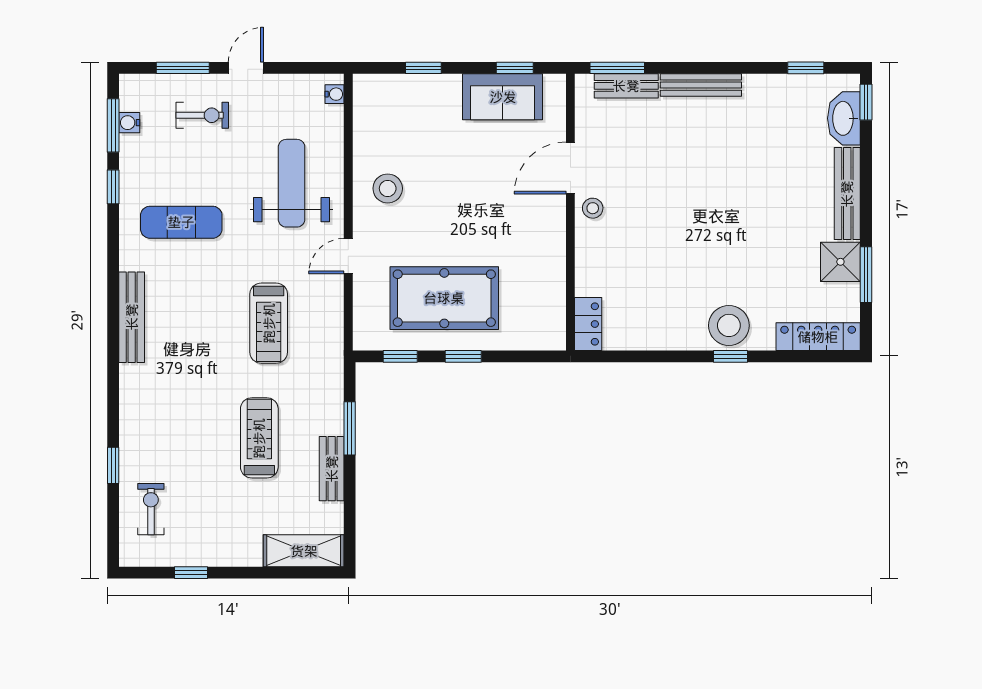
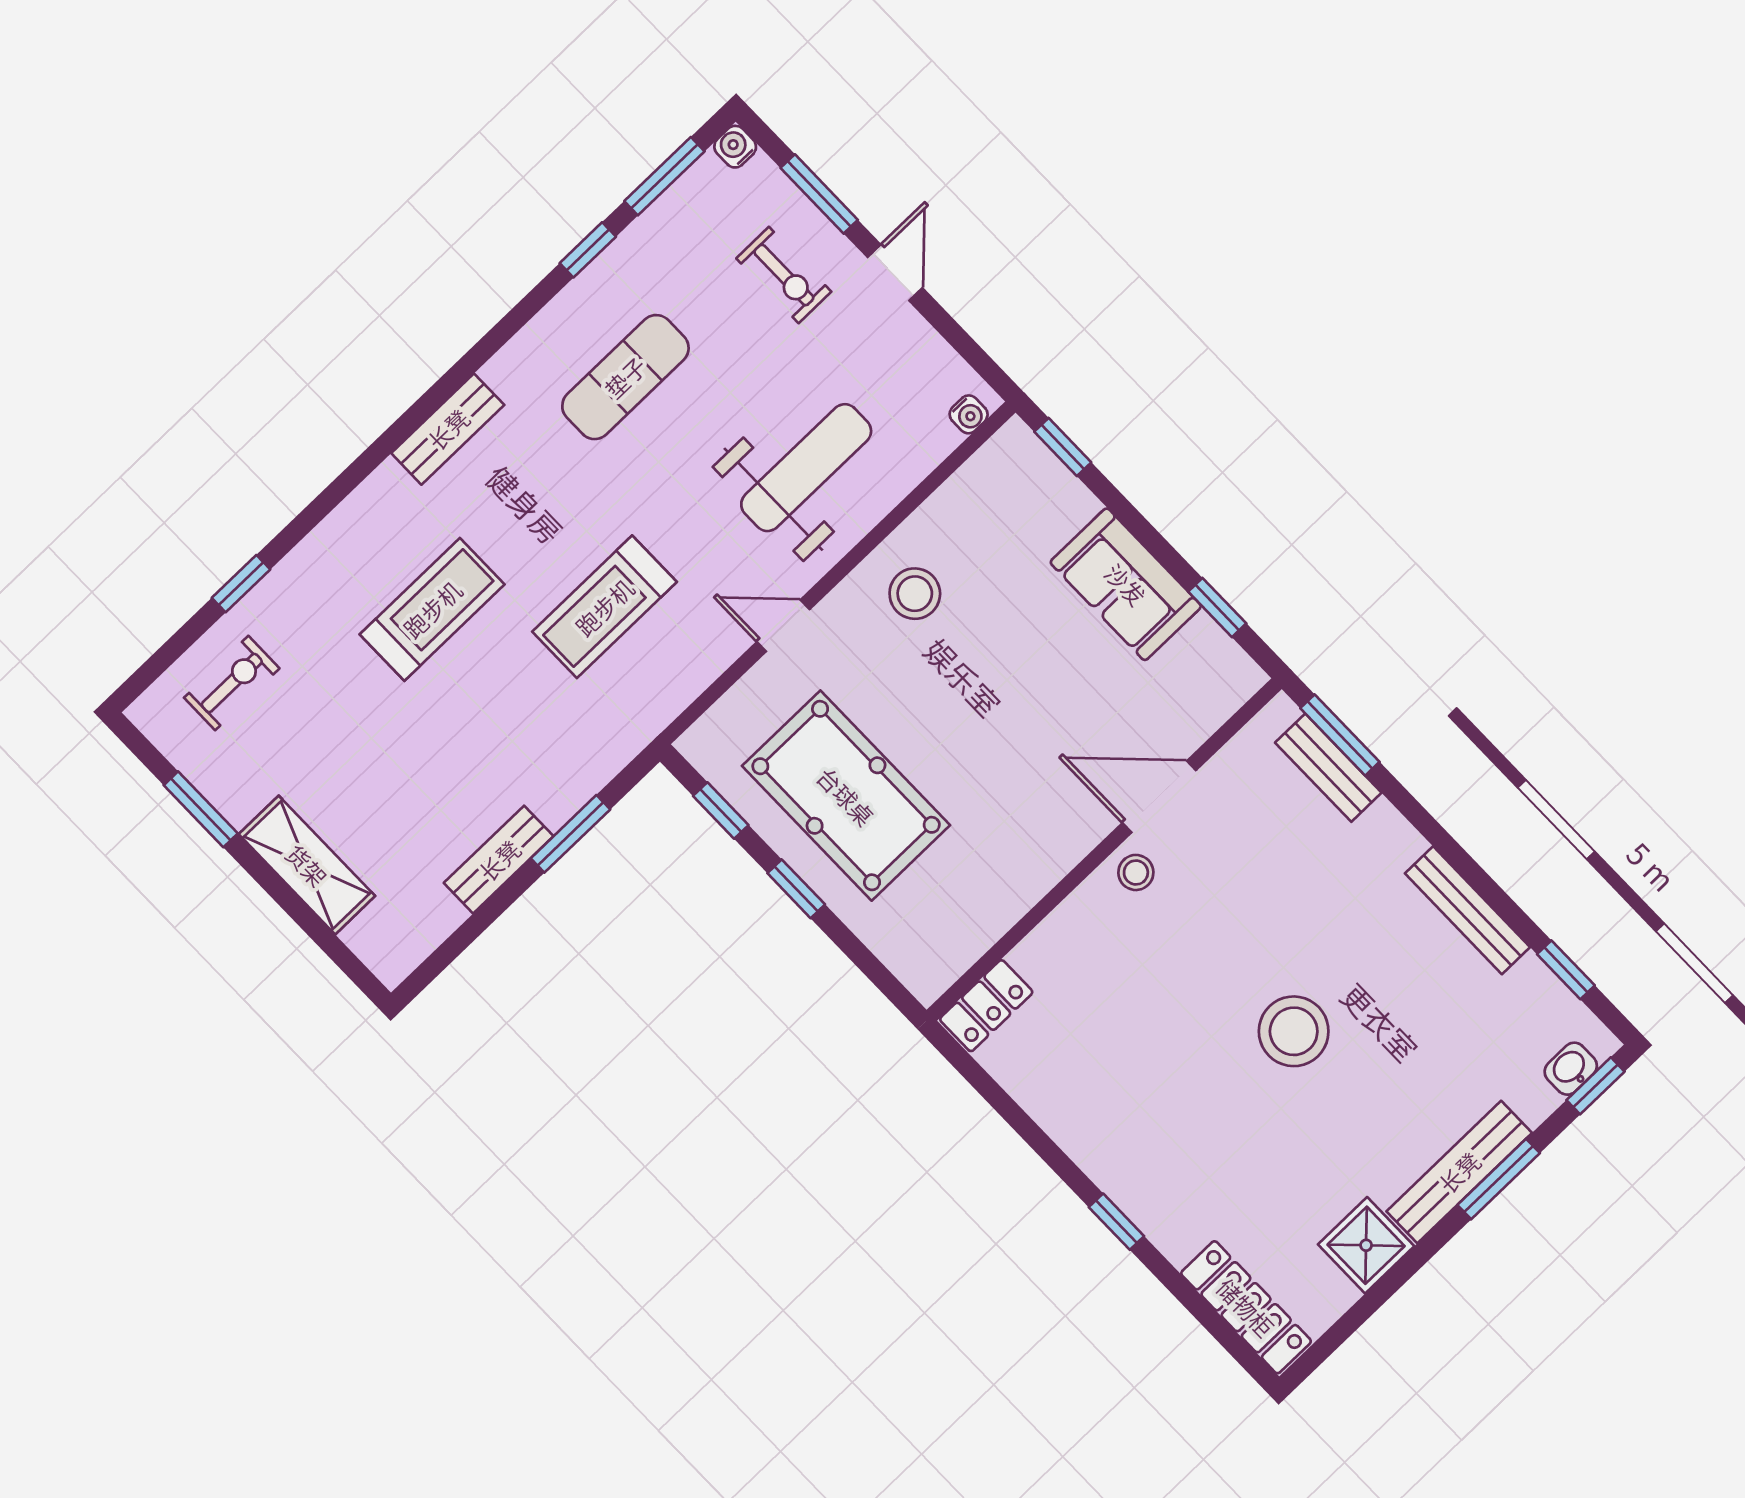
door: (246, 68) -> (895, 273), hinge flipped
window: (423, 68) -> (1063, 447), moved
bench: (701, 85) -> (1468, 910), moved
sofa: (503, 97) -> (1126, 584), moved
washbasin: (844, 118) -> (1571, 1069), width x0.52, depth x0.69
water cooler: (129, 123) -> (735, 147), moved
exercise mat: (181, 222) -> (625, 377), turned 90
window: (866, 275) -> (1499, 1179), moved
bench: (132, 317) -> (448, 429), width x0.73
stool: (729, 325) -> (1294, 1031), moved
treadmill: (259, 438) -> (432, 609), moved
shelving: (304, 551) -> (307, 865), moved
window: (191, 573) -> (201, 809), width x1.50

